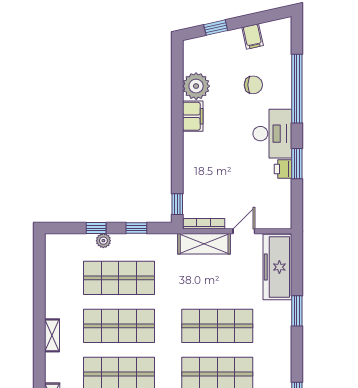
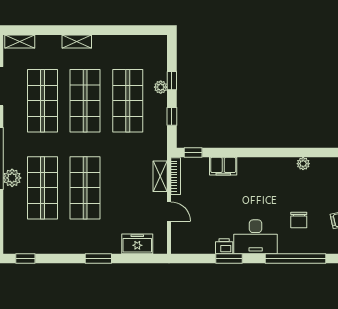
plant: (196, 86) -> (303, 164), width x0.53, depth x0.53
filing cabinet: (193, 116) -> (223, 166), moved
shelving: (204, 244) -> (160, 176), width x0.67, depth x0.75
freezer: (277, 267) -> (137, 244), width x0.52, depth x0.79

